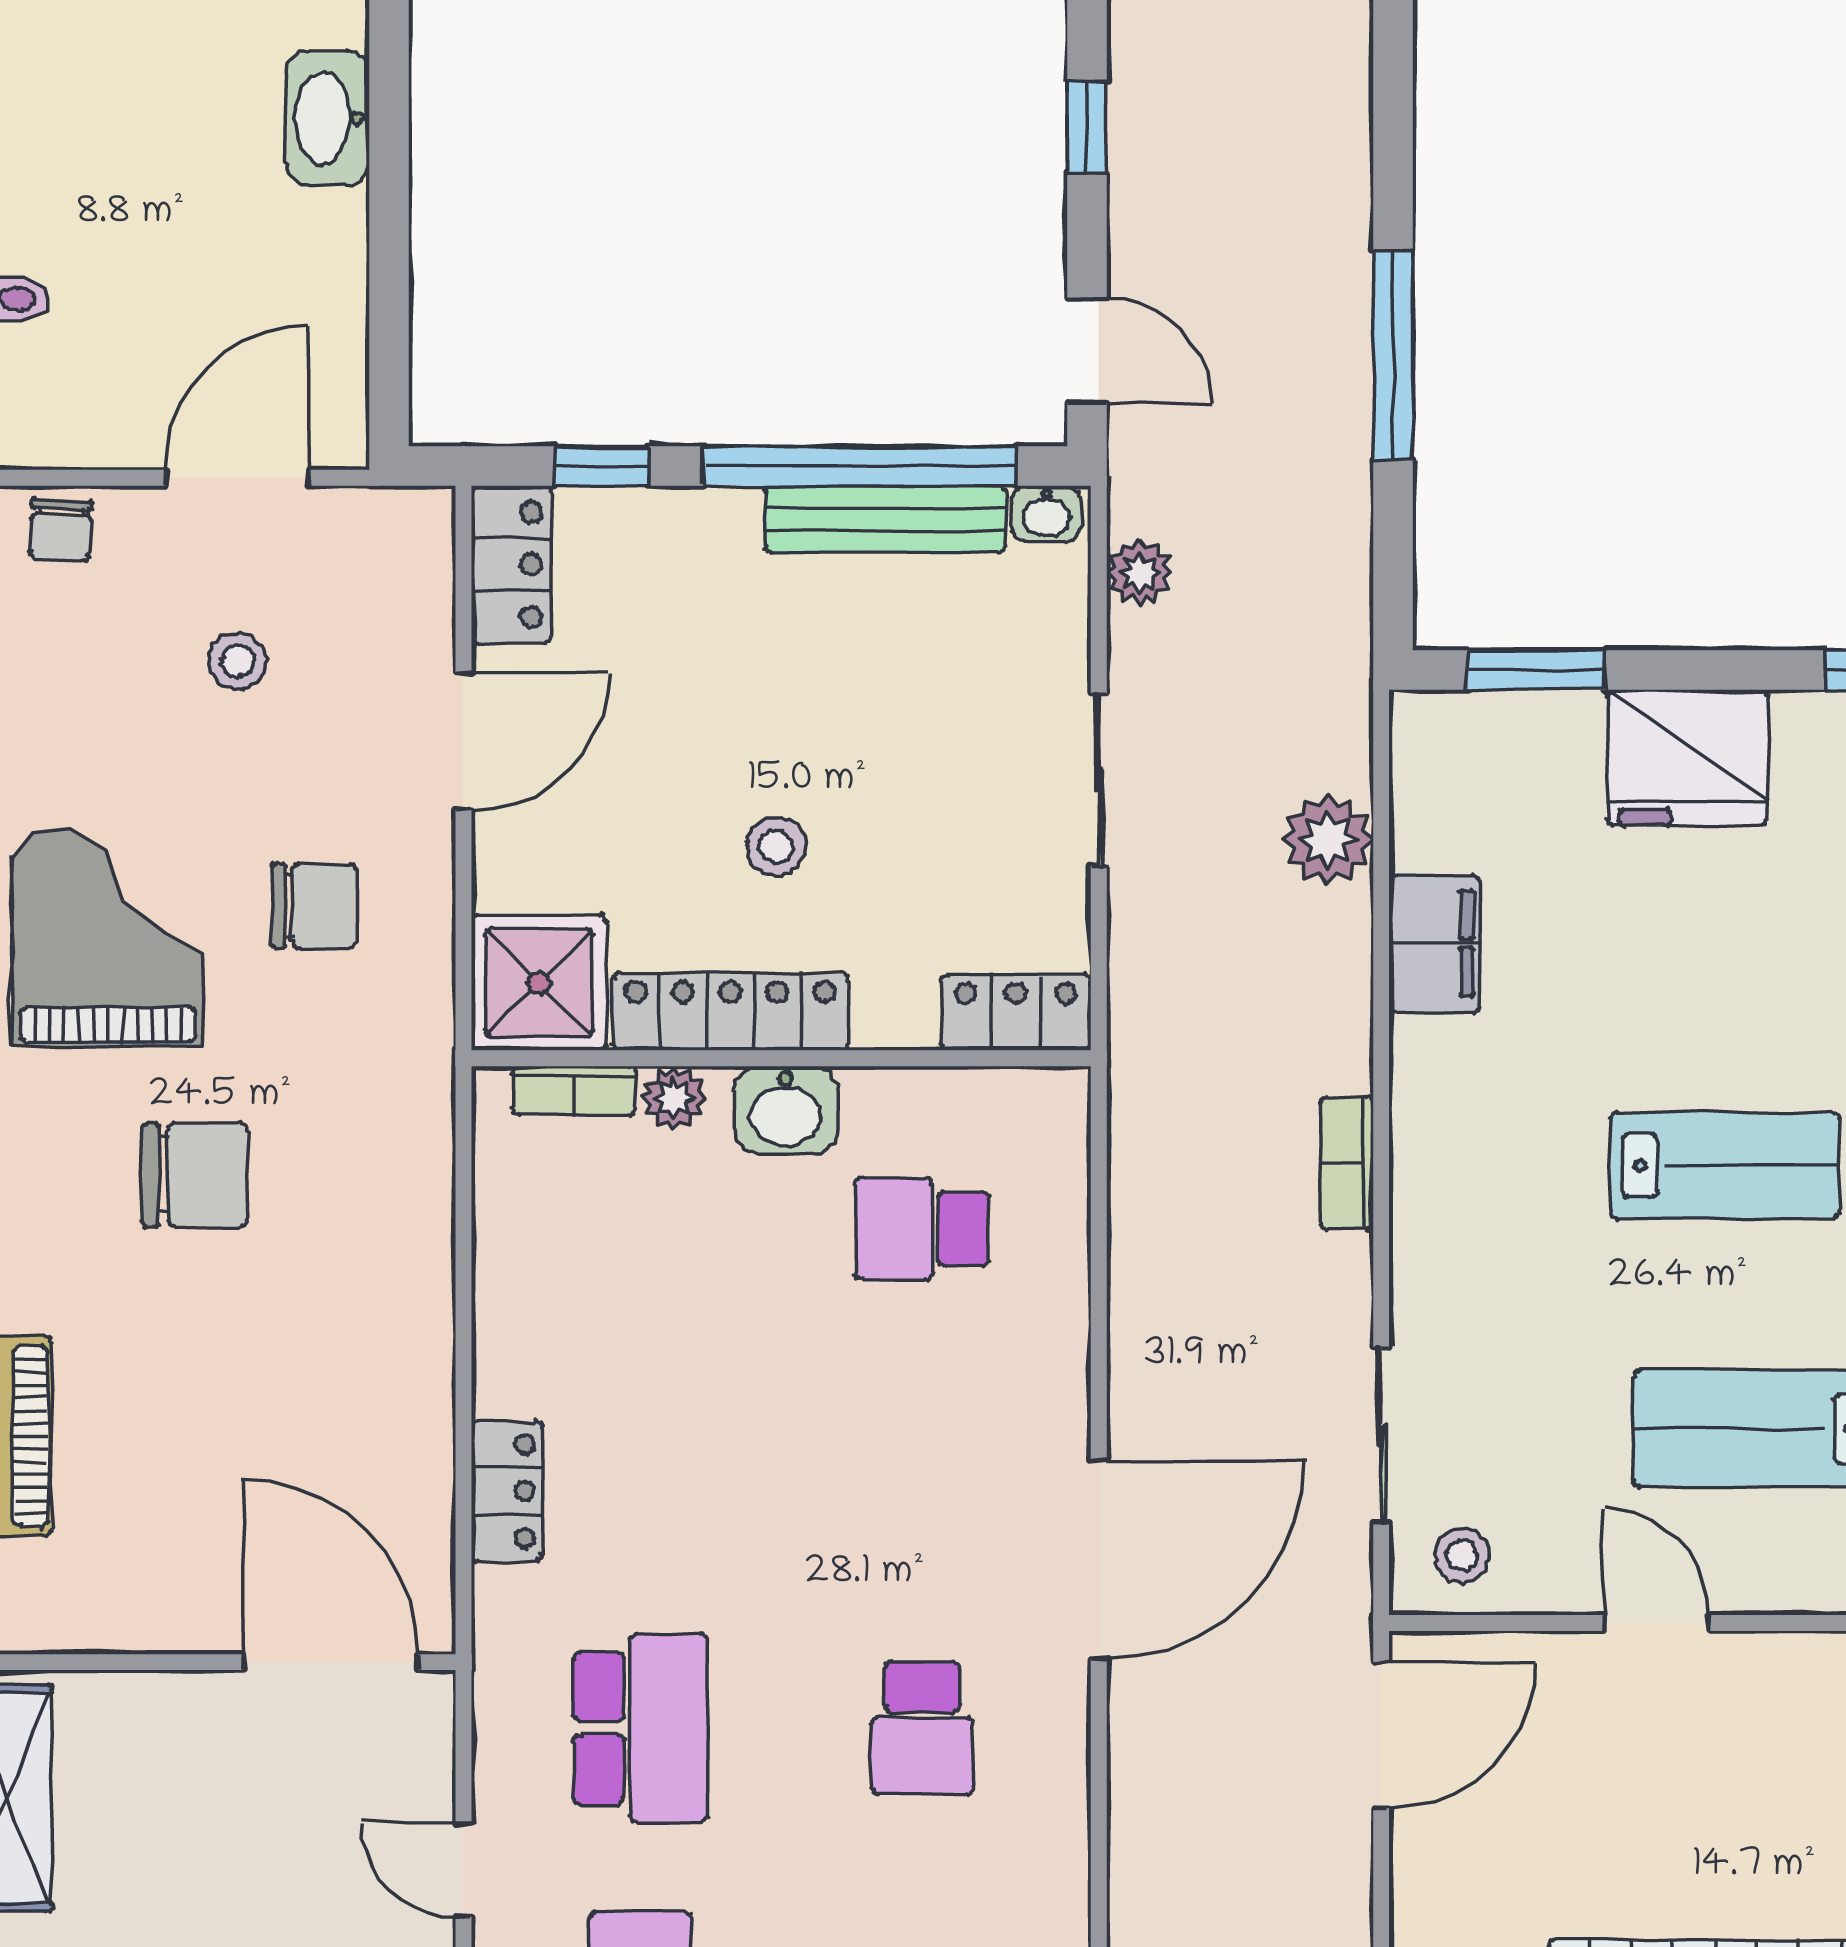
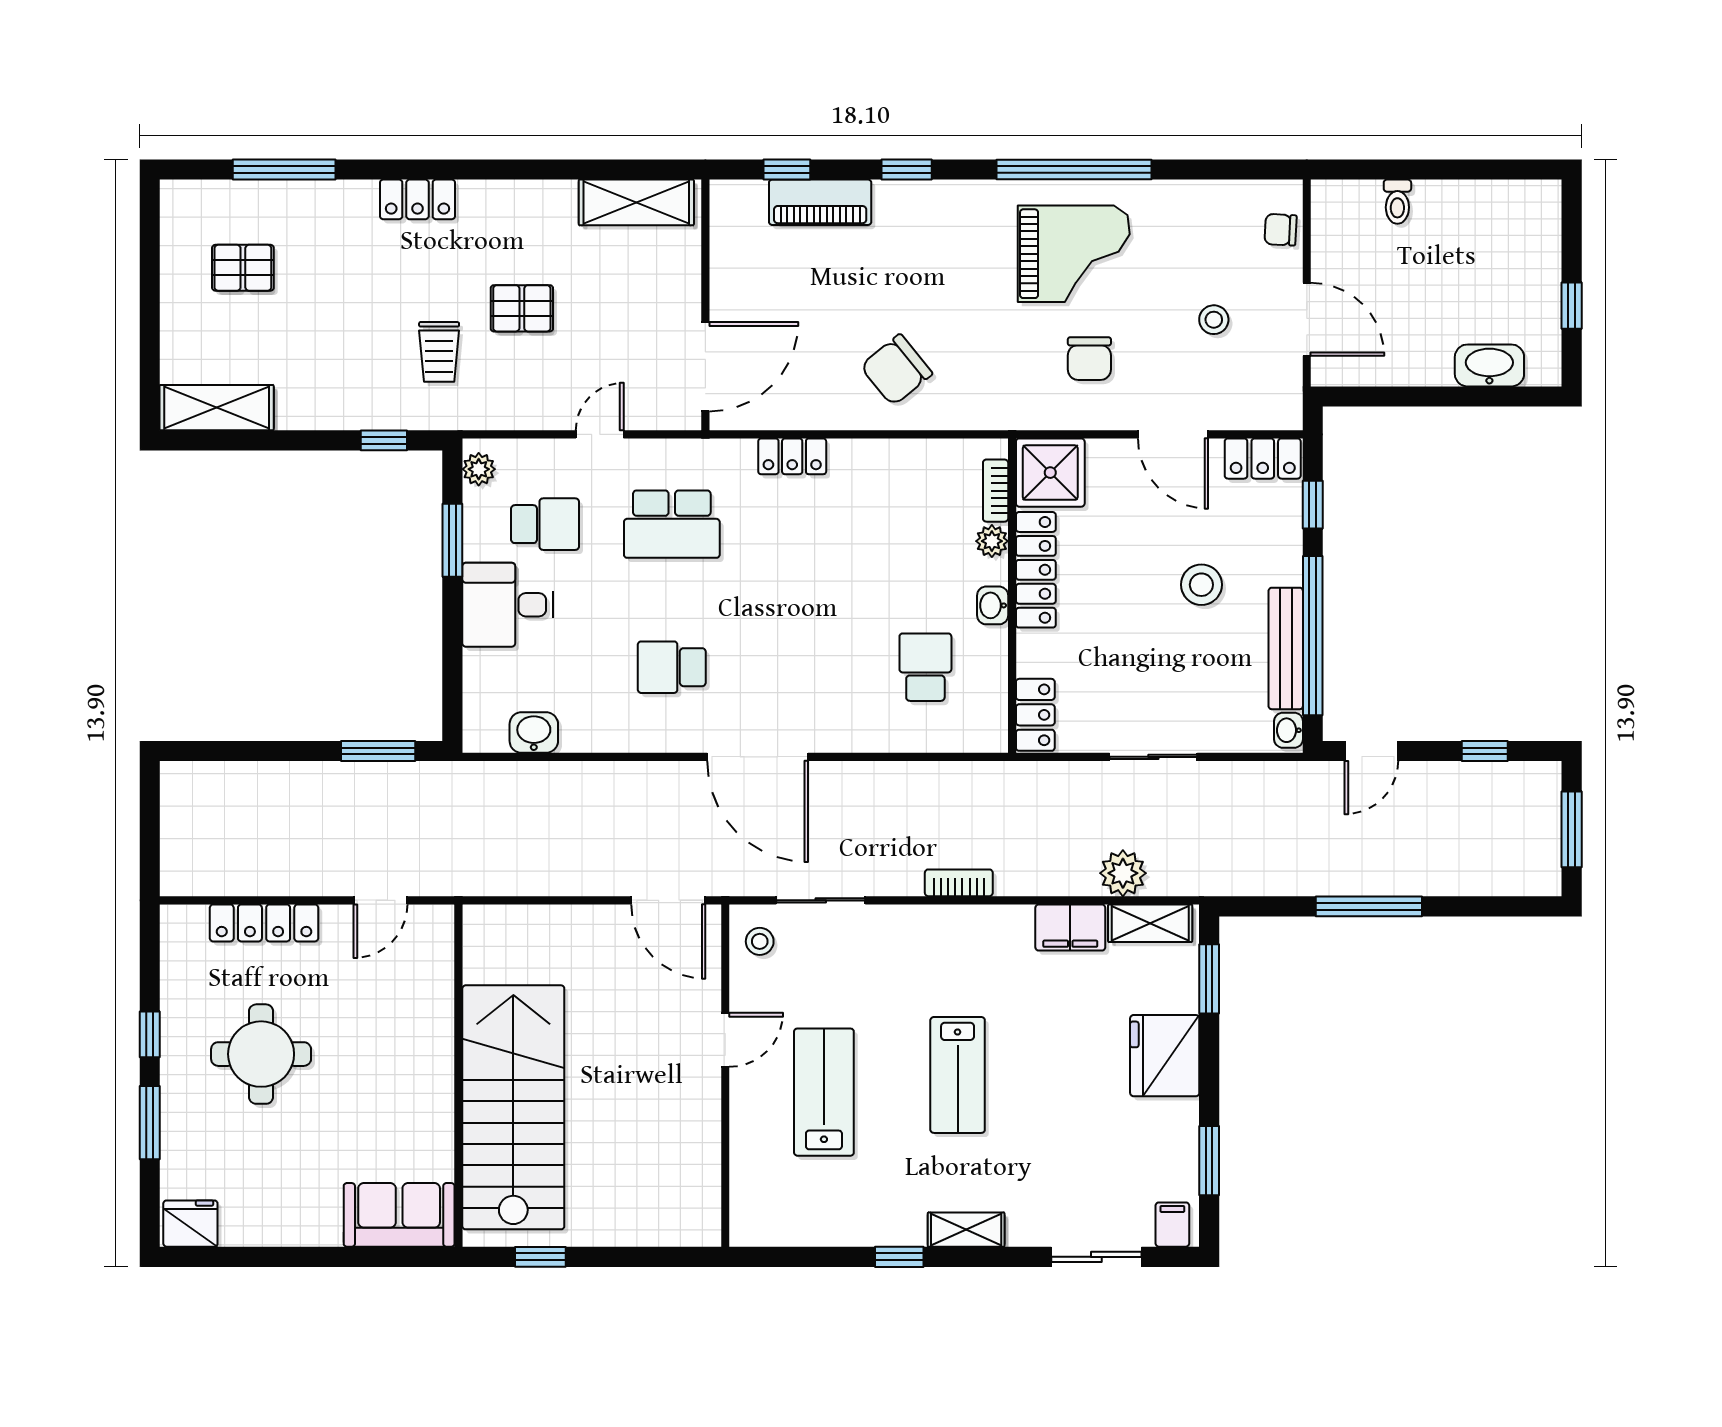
plant: (1139, 573) -> (1259, 778), removed
shelving: (1426, 786) -> (1150, 923), added
stool: (776, 846) -> (1201, 585), moved, width x1.37, depth x1.37
washbasin: (786, 1110) -> (993, 605), width x0.72, depth x0.69
chair: (195, 1175) -> (896, 370), moved, turned 51

